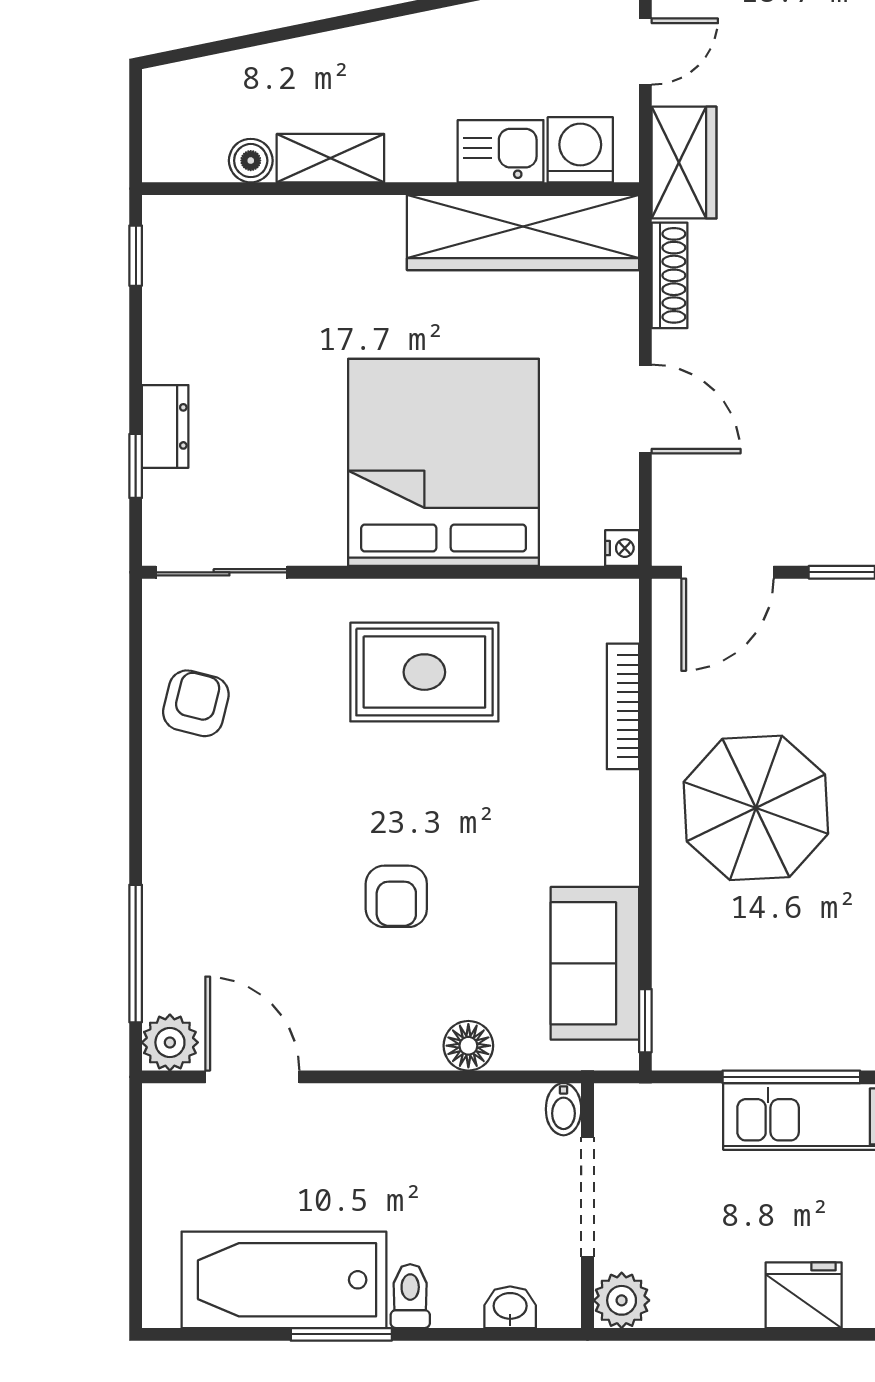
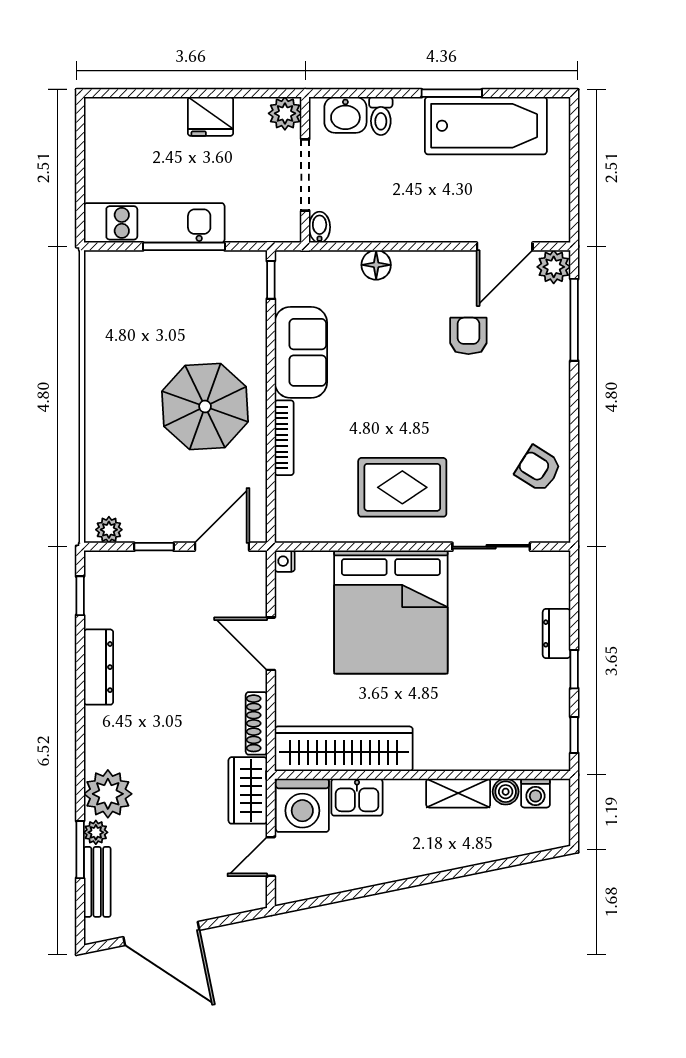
washing machine: (580, 150) -> (302, 805), width x1.37, depth x1.37
washing machine: (201, 158) -> (535, 793), added
window: (136, 466) -> (574, 669), moved
sliding door: (222, 572) -> (491, 547), moved
armchair: (196, 703) -> (538, 469), turned 108
bookcase: (623, 706) -> (284, 438), moved
armchair: (396, 896) -> (468, 336), moved
sofa: (595, 963) -> (301, 352), moved
door: (252, 1077) -> (505, 246), hinge flipped
fridge: (804, 1295) -> (211, 116), moved
toilet: (410, 1296) -> (381, 116), moved
washbasin: (510, 1307) -> (345, 115), width x1.38, depth x1.45

